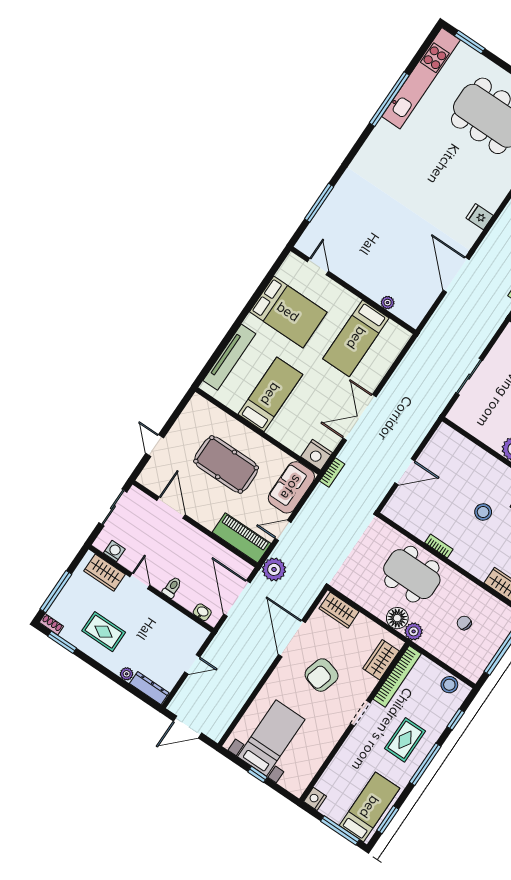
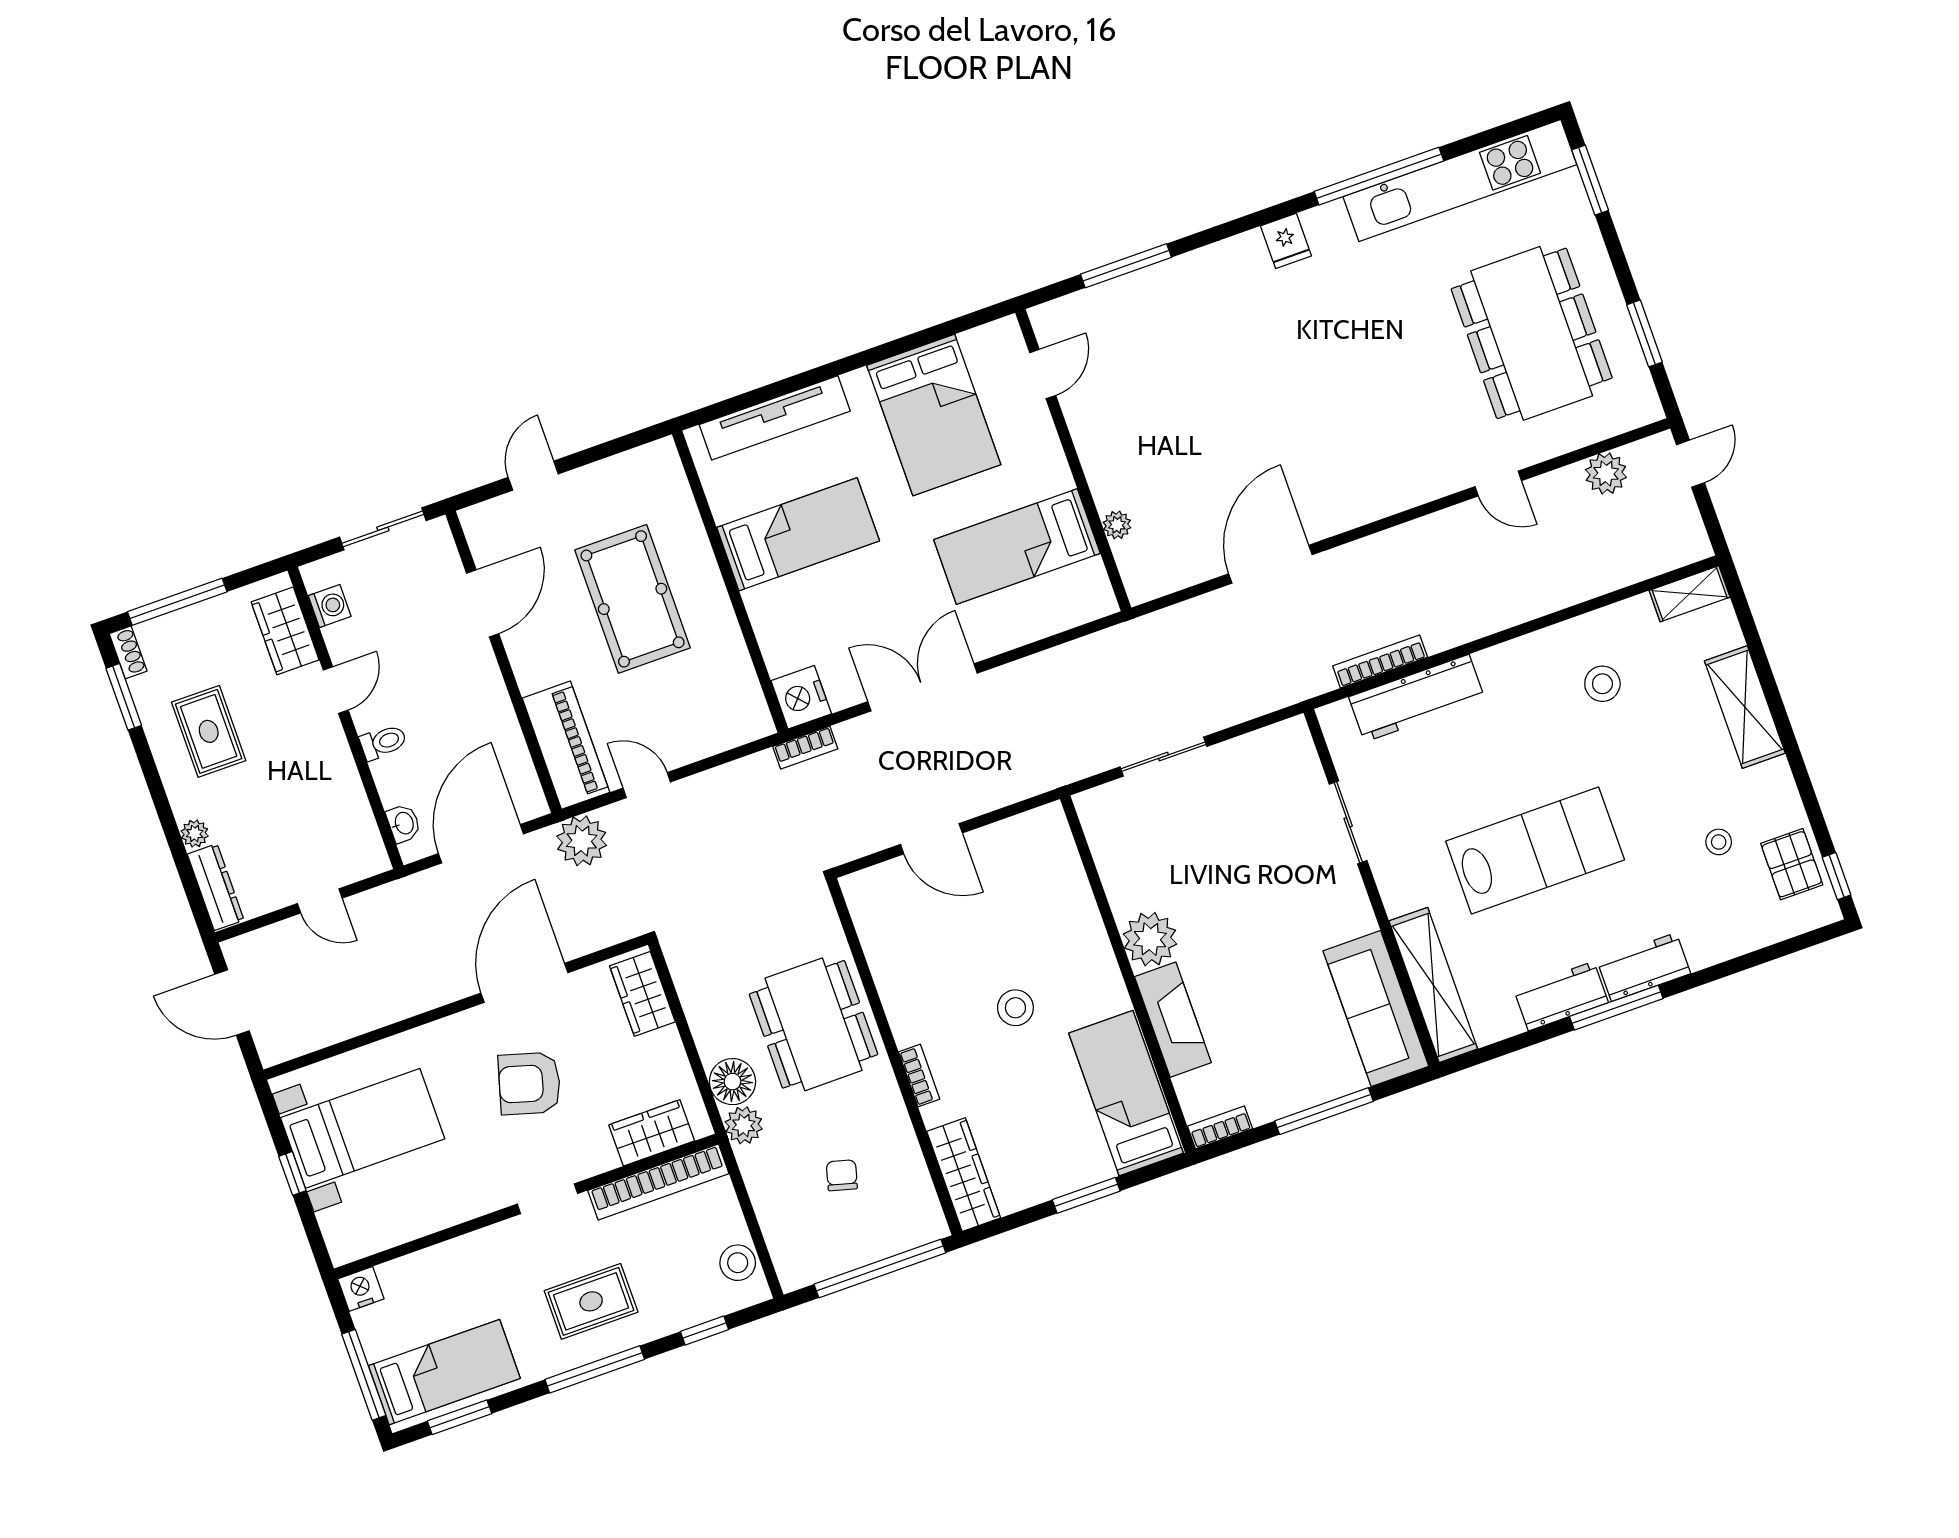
fridge: (480, 217) -> (1286, 241), moved, turned 180
sofa: (291, 487) -> (716, 721), removed
bookcase: (439, 546) -> (919, 1076), moved

